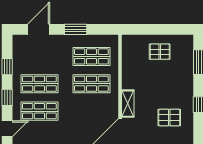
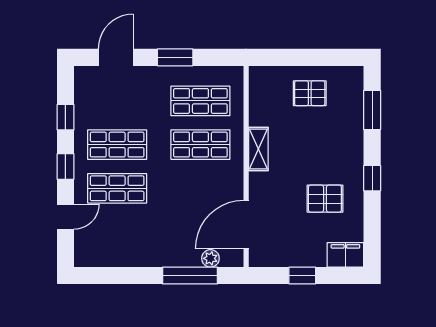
shelving: (128, 104) -> (258, 149), moved

